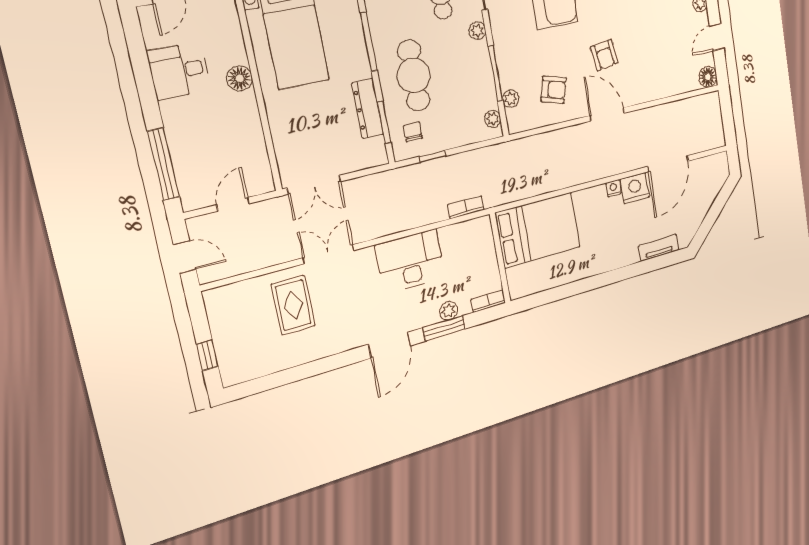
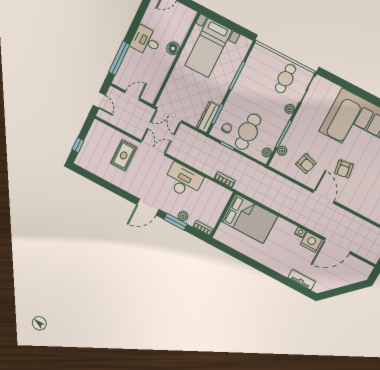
desk: (179, 71) -> (146, 41), moved
cafe table: (414, 75) -> (248, 132), moved
dresser: (368, 108) -> (208, 117), moved

